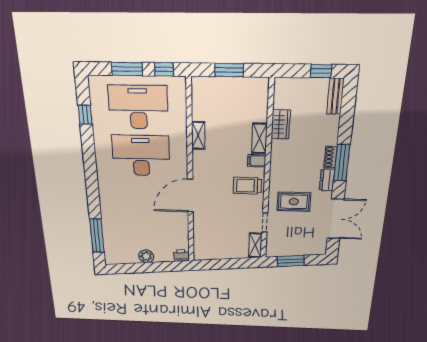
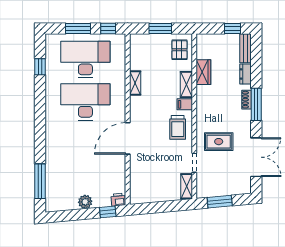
pallet: (253, 97) -> (179, 50), added
dresser: (327, 180) -> (245, 74), moved
trolley: (247, 186) -> (178, 127), turned -90
window: (170, 266) -> (108, 212), added

